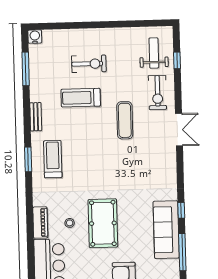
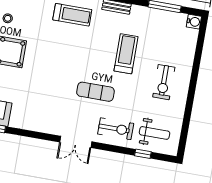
exercise bike: (89, 64) -> (164, 82), moved
exercise bike: (158, 93) -> (116, 129), turned 180

